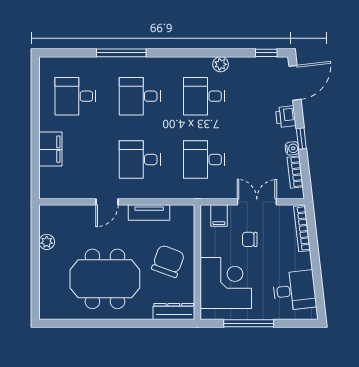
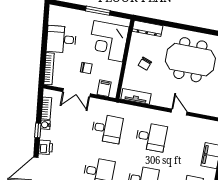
door: (107, 202) -> (179, 112), hinge flipped
tv unit: (149, 213) -> (136, 96), moved
chair: (168, 261) -> (145, 64), width x0.54, depth x0.54
desk: (294, 291) -> (61, 39), moved
window: (249, 323) -> (98, 11), width x0.69

